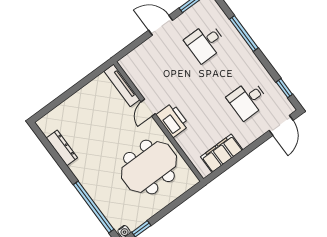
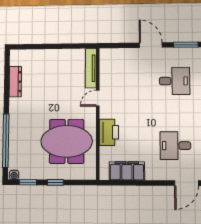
desk: (205, 42) -> (175, 81), turned 180
printer: (173, 120) -> (109, 132), moved
window: (166, 211) -> (55, 182), added

